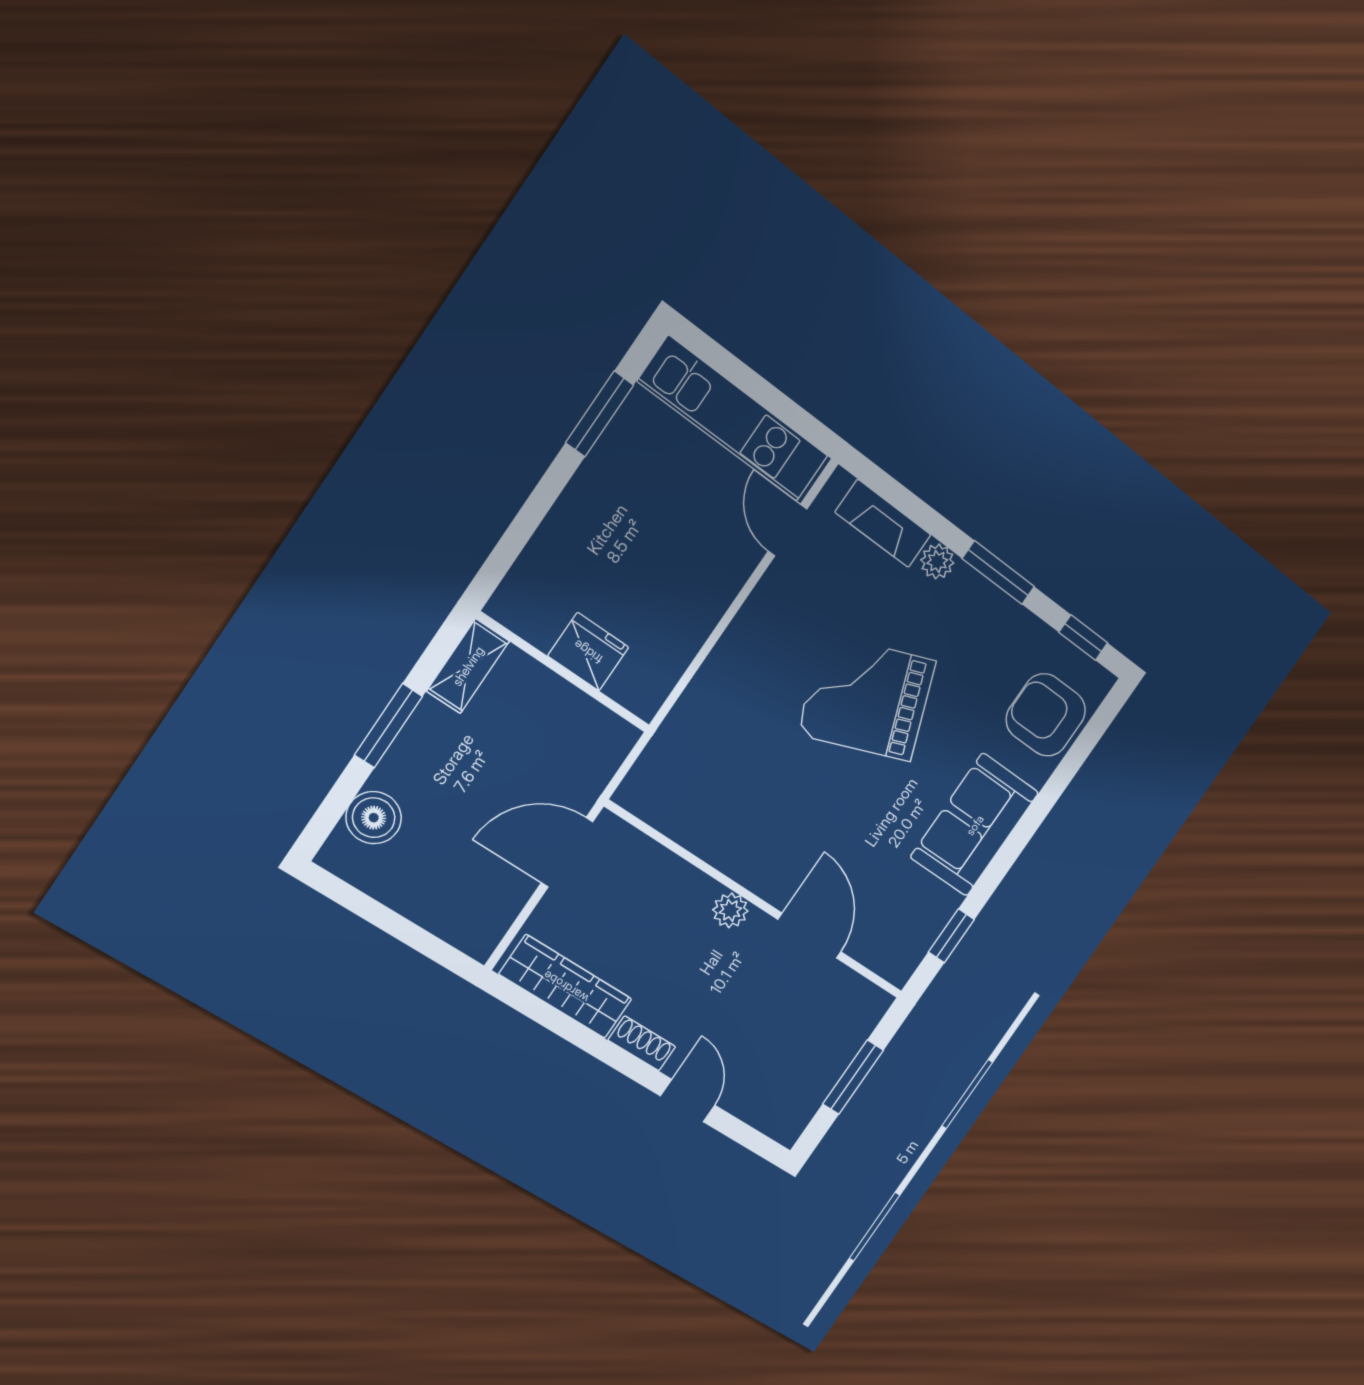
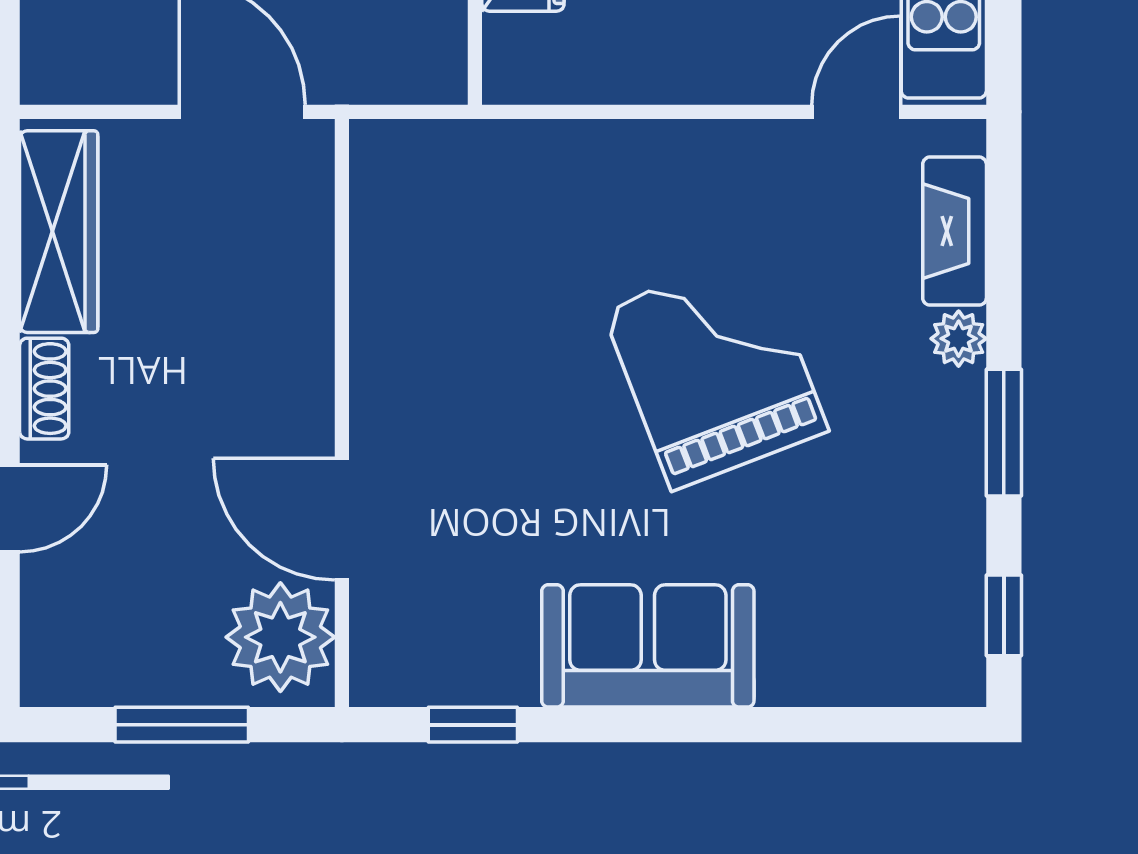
armchair: (1046, 715) -> (865, 639), removed
plant: (730, 910) -> (280, 637), moved, width x1.87, depth x1.87
door: (809, 936) -> (342, 519), swing flipped

